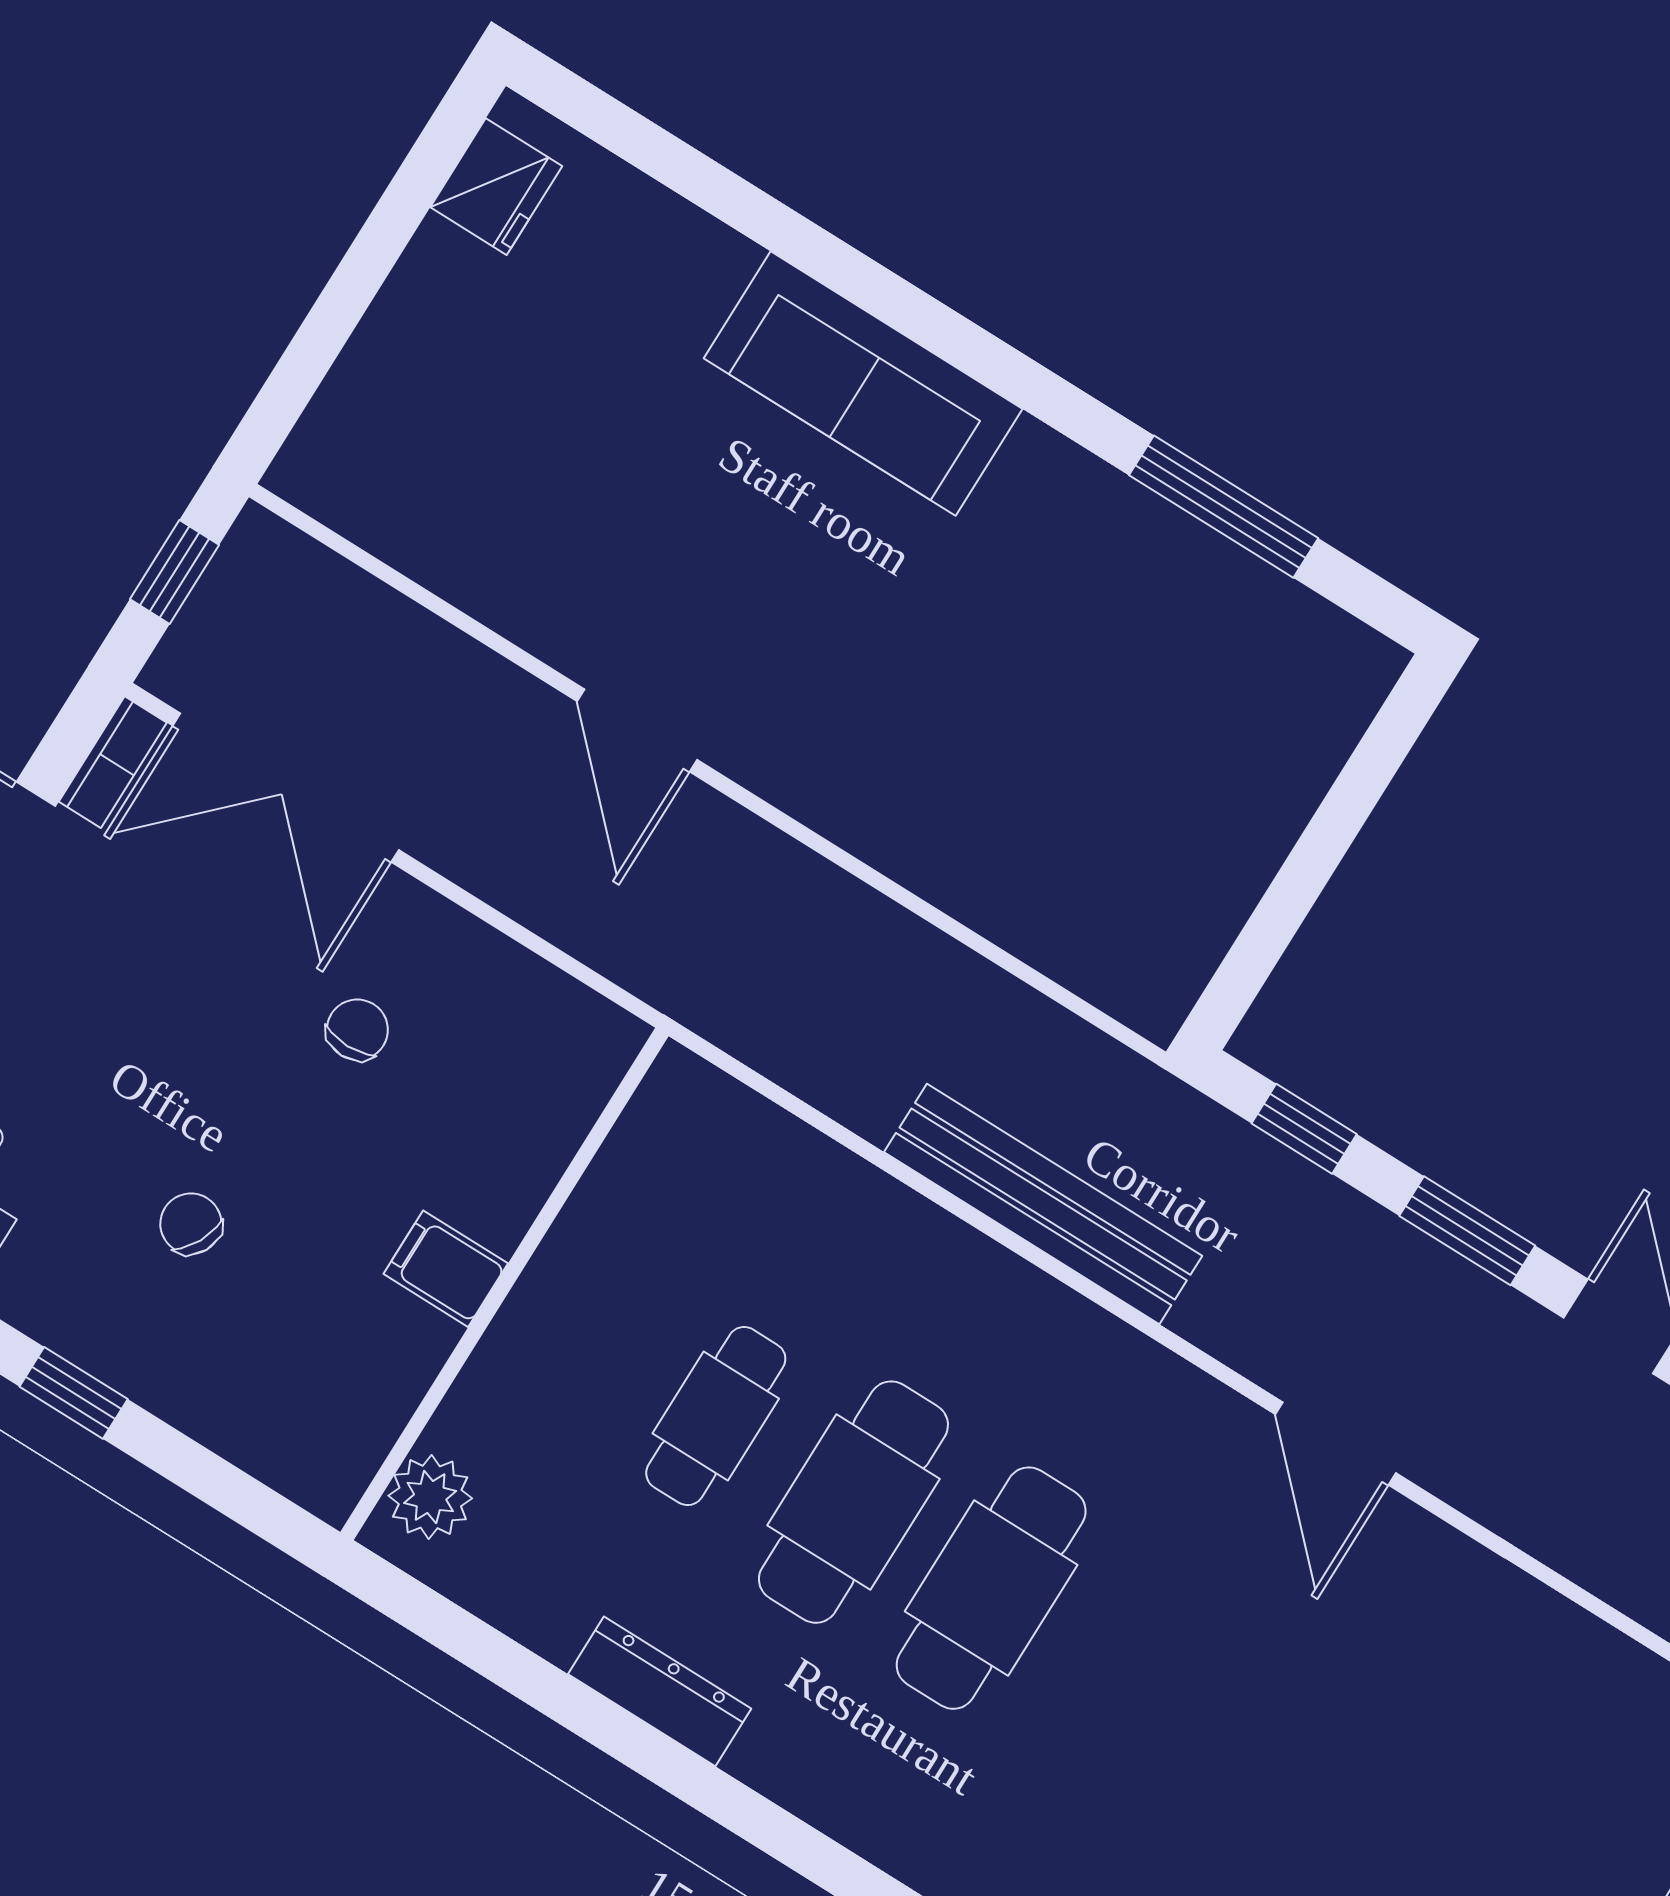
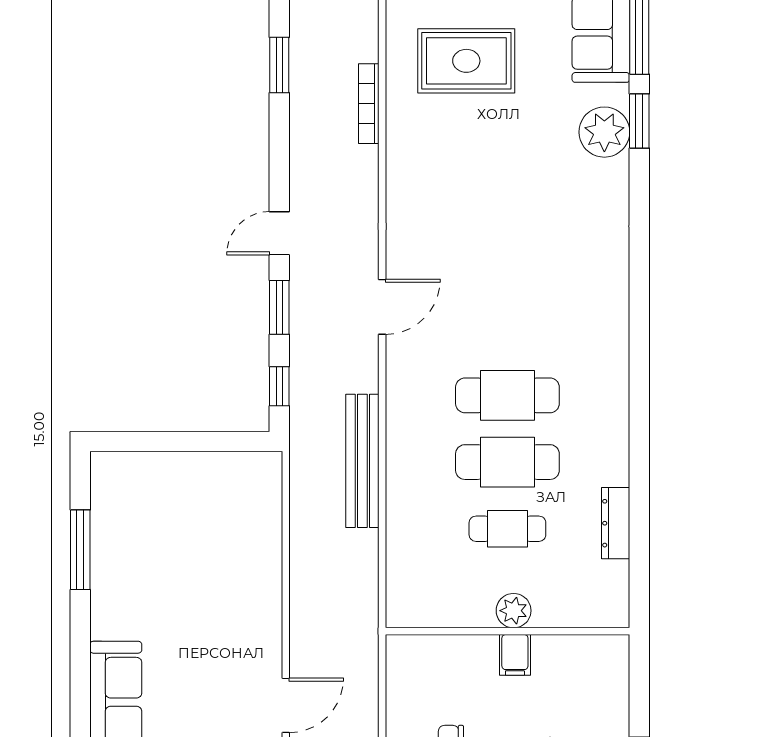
plant: (430, 1497) -> (514, 611), moved
dresser: (660, 1691) -> (616, 523), moved

